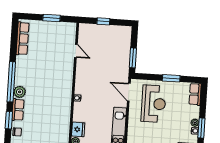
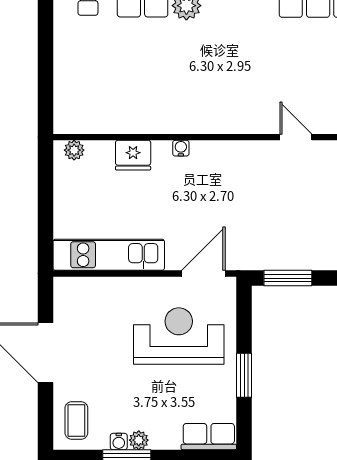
door: (76, 51) -> (296, 137), swing flipped
reception desk: (154, 104) -> (179, 336), turned 180
fridge: (78, 129) -> (133, 155), moved

